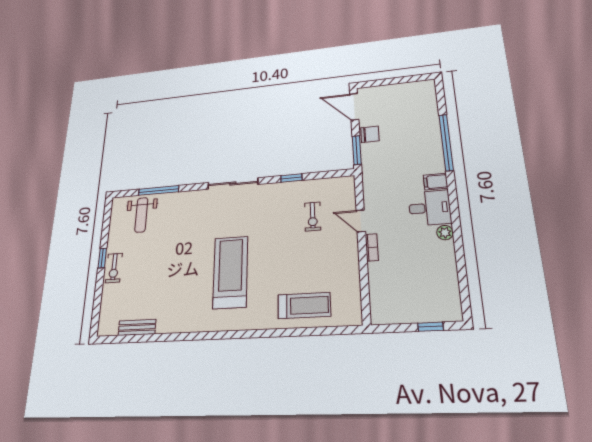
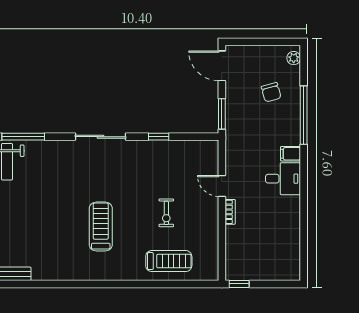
chair: (370, 134) -> (271, 92), moved, turned 75
exercise bike: (313, 217) -> (166, 213), moved
plant: (445, 233) -> (294, 58), moved
treadmill: (230, 272) -> (101, 227), width x0.73, depth x0.73
window: (431, 327) -> (239, 284), moved

